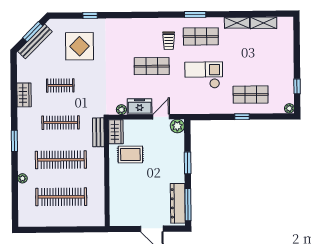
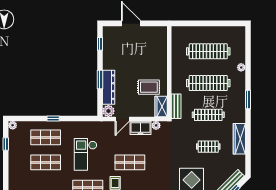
shop shelf: (250, 65) -> (46, 162), added
checkout: (204, 75) -> (86, 154), turned 90
wardrobe: (24, 95) -> (239, 139), width x1.50
dresser: (178, 203) -> (109, 87), moved
window: (188, 205) -> (100, 44), width x0.46

